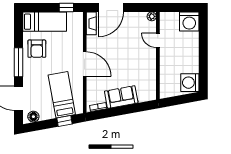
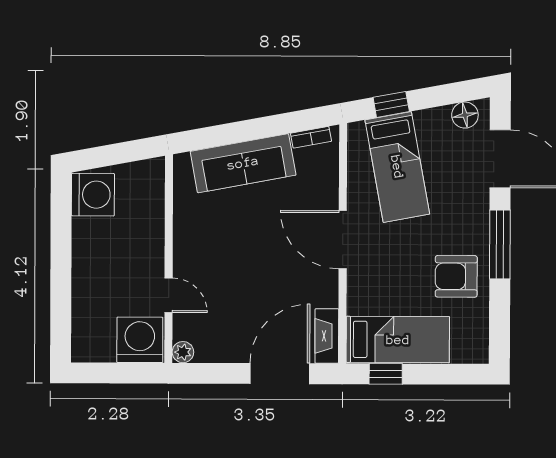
bed: (45, 22) -> (398, 340), moved, turned 180
washing machine: (189, 22) -> (140, 340), moved
armchair: (37, 49) -> (456, 276), turned -90
sofa: (121, 97) -> (243, 163), width x1.36

